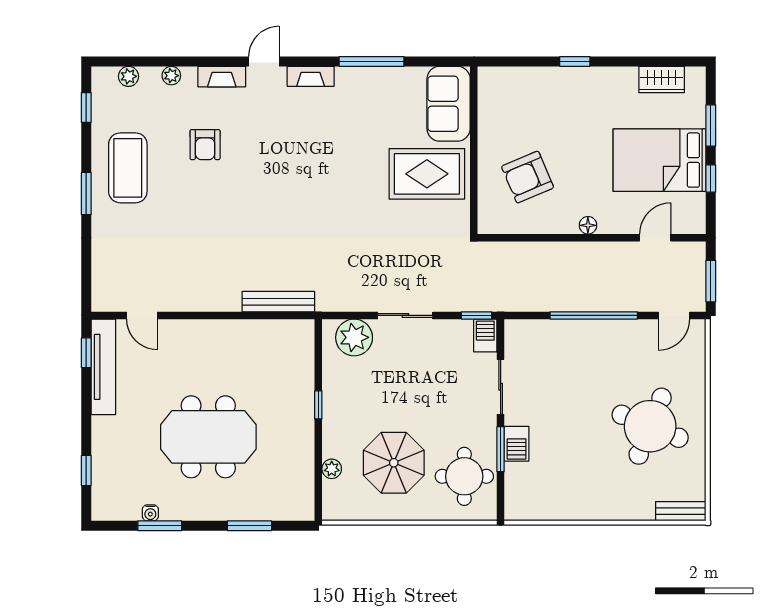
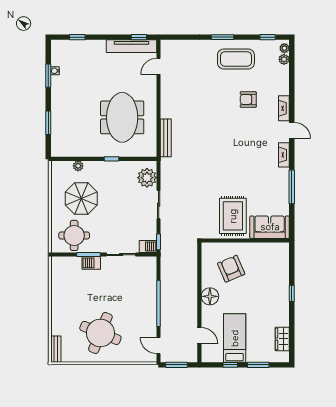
plant: (171, 76) -> (284, 48), moved
bed: (660, 160) -> (235, 338), width x0.67
floor lamp: (588, 225) -> (210, 296), width x1.89, depth x1.89
meeting table: (208, 437) -> (122, 117), moved

